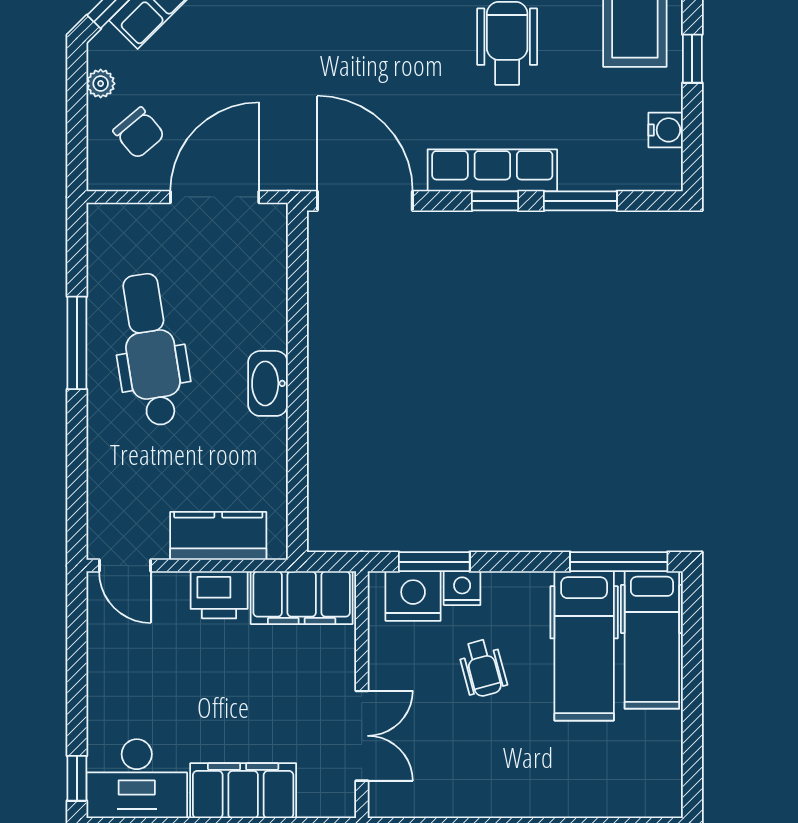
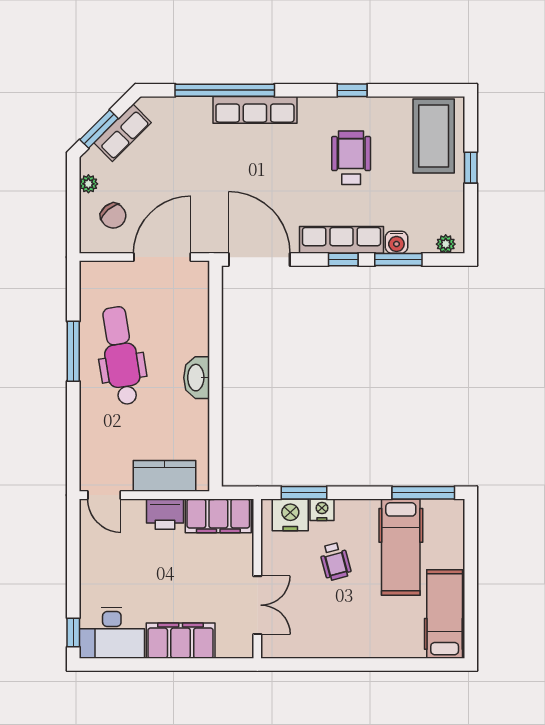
water cooler: (666, 130) -> (396, 242), moved, turned 90
plant: (654, 177) -> (446, 244), added
hospital bed: (652, 640) -> (445, 614), moved, turned 180

